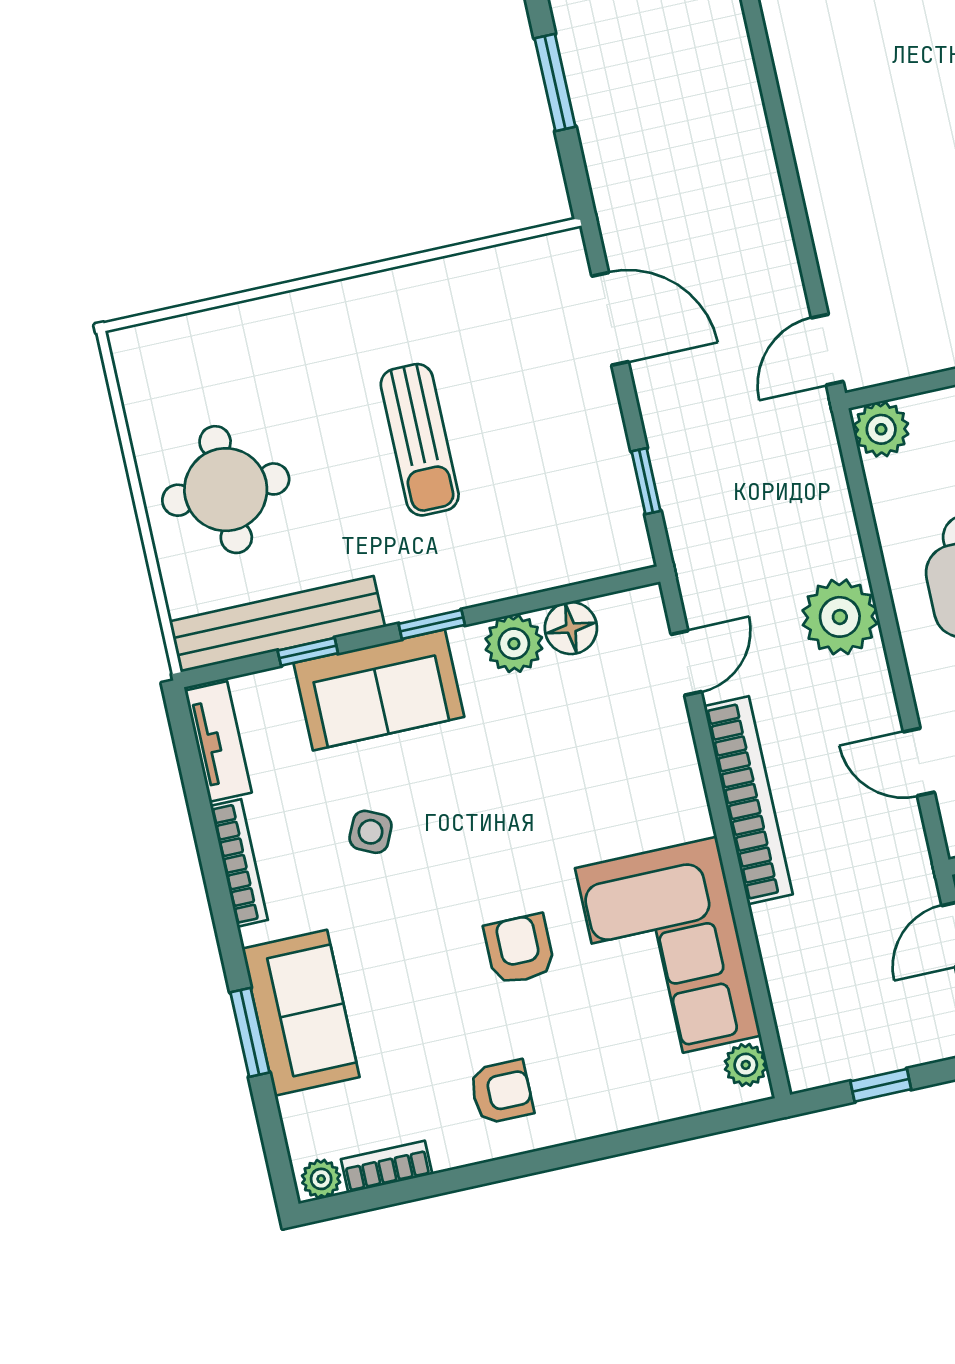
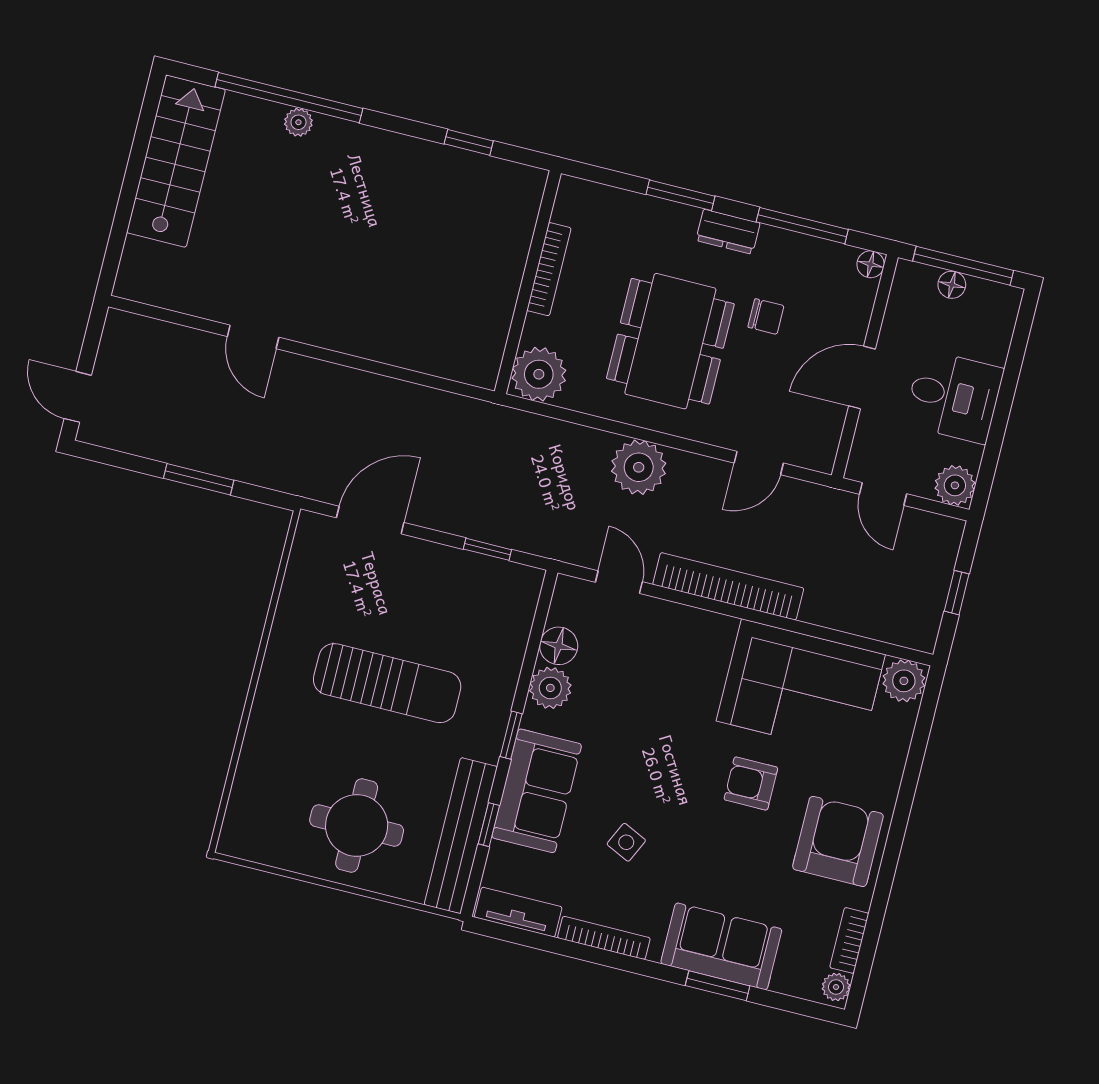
door: (827, 350) -> (253, 337), moved
plant: (881, 429) -> (539, 374), width x1.36, depth x1.36
sun lounger: (420, 440) -> (387, 683), width x1.36, depth x1.34
plant: (746, 1065) -> (904, 681), width x1.38, depth x1.38
armchair: (501, 1092) -> (838, 841), width x1.88, depth x1.88

